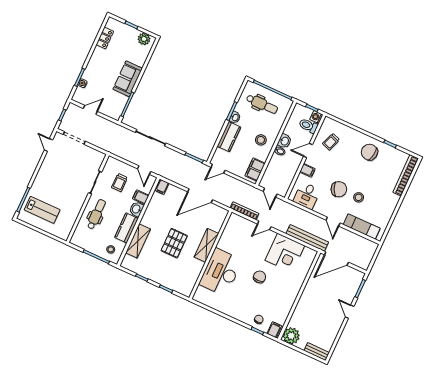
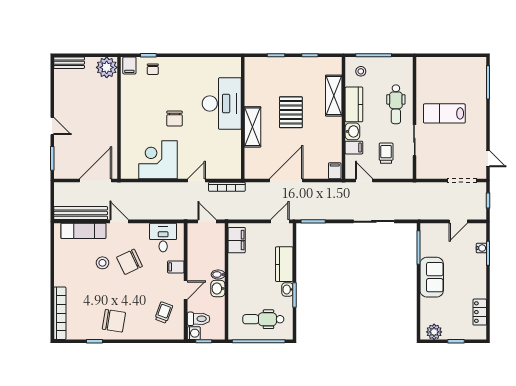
stool: (261, 140) -> (246, 277), removed
lab bench: (42, 210) -> (444, 113), moved
bench: (307, 238) -> (81, 213), moved

